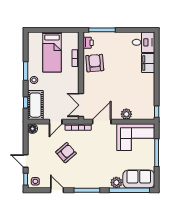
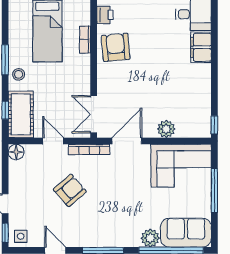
door: (56, 122) -> (53, 141), swing flipped

